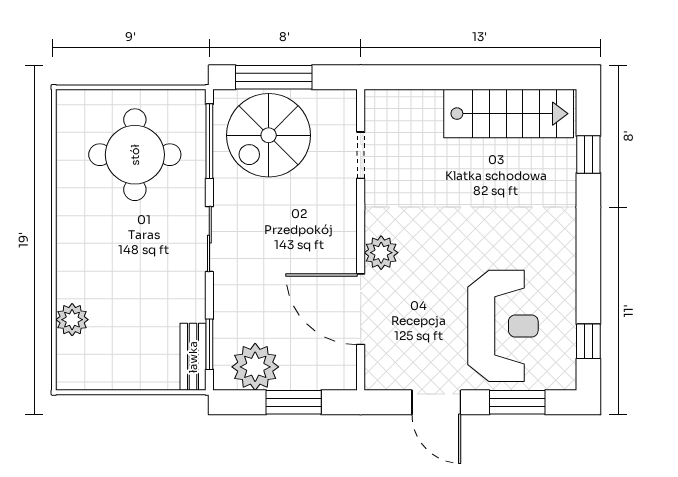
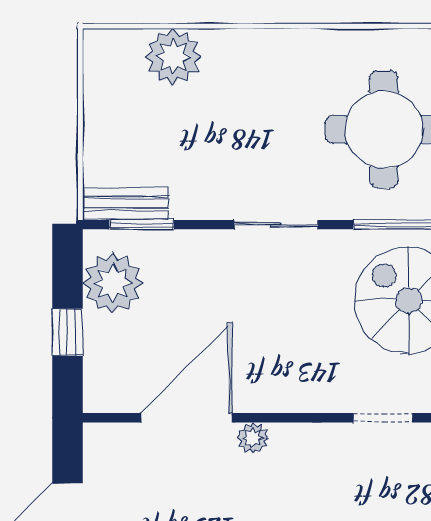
plant: (381, 253) -> (253, 438), width x0.73, depth x0.73
plant: (72, 320) -> (173, 57), width x1.36, depth x1.36
window: (294, 402) -> (68, 332), width x0.67

